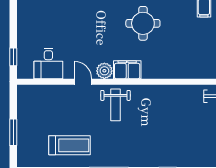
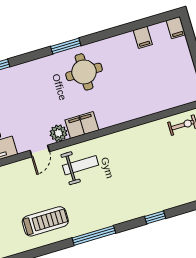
door: (83, 82) -> (40, 151), swing flipped
weight bench: (115, 105) -> (81, 165), turned -90

